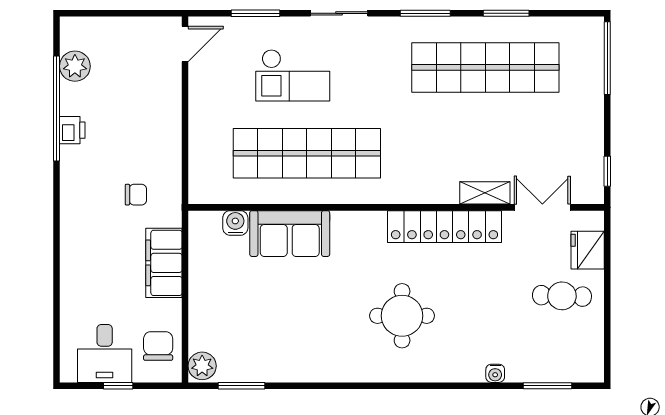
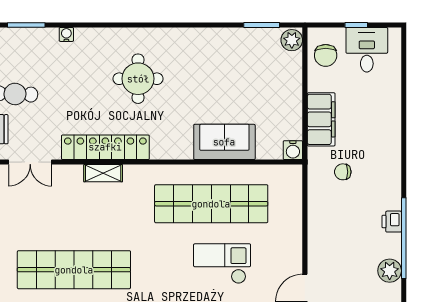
shelving: (485, 193) -> (103, 173), moved
water cooler: (235, 223) -> (293, 150), moved

